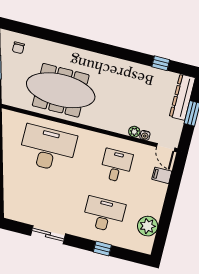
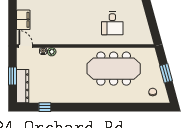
desk: (48, 148) -> (112, 23), width x0.53, depth x0.77
desk: (116, 166) -> (59, 23), removed
filing cabinet: (162, 175) -> (23, 20), width x2.00

